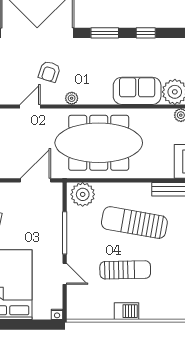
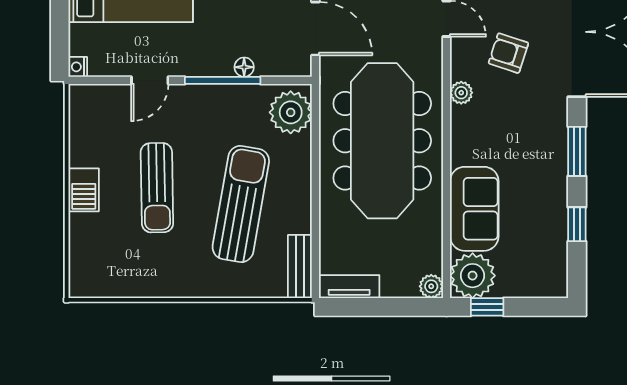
floor lamp: (57, 221) -> (244, 67), added

